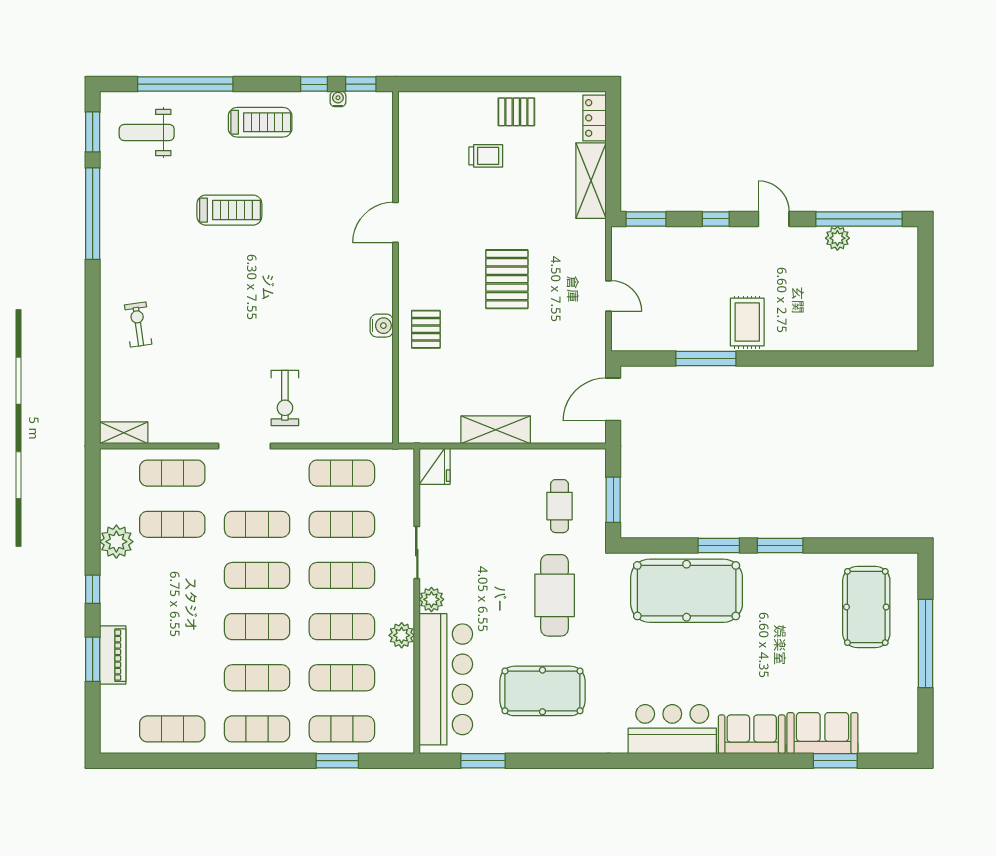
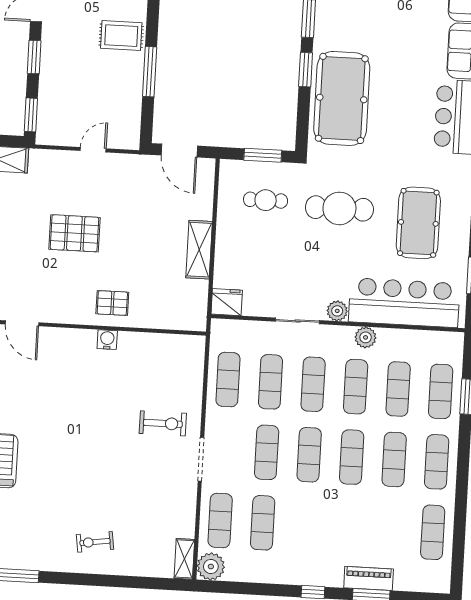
window: (716, 219) -> (34, 57), width x1.50
plant: (116, 542) -> (211, 567), moved

